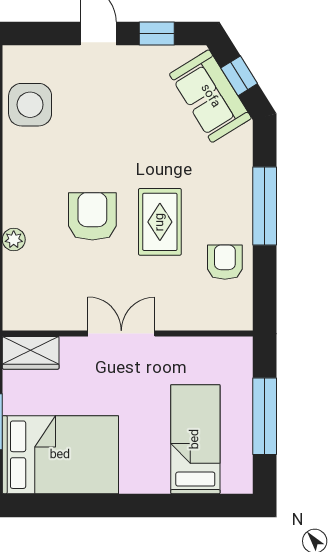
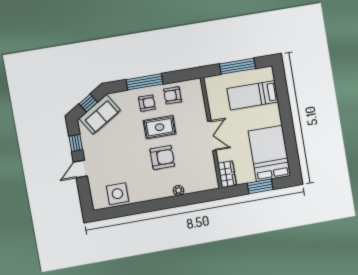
armchair: (217, 203) -> (147, 103), added
armchair: (92, 216) -> (162, 157), turned 180
double door: (121, 334) -> (212, 136), swing flipped

